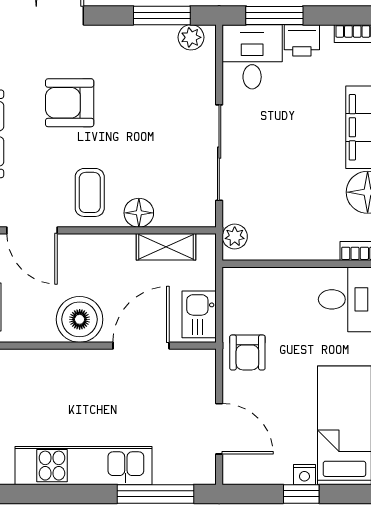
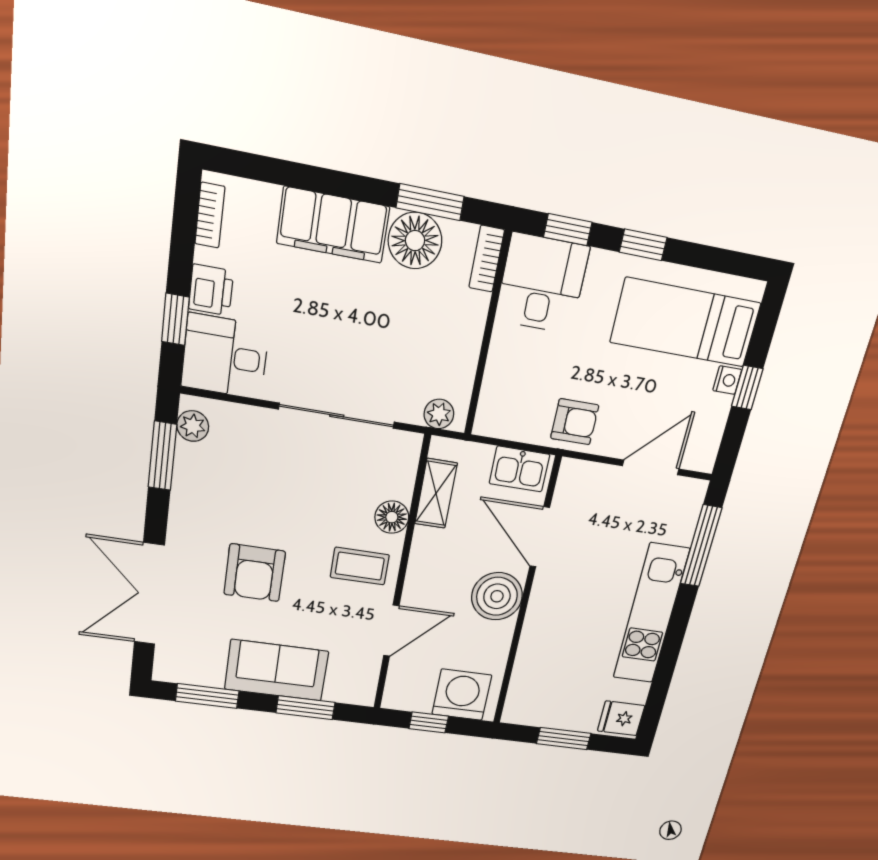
window: (274, 15) -> (175, 319), width x0.67

